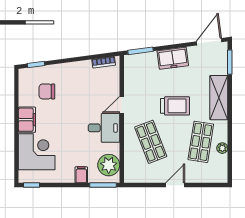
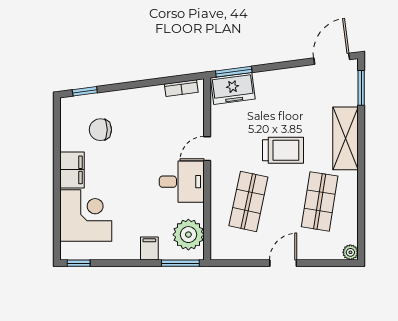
freezer: (173, 58) -> (233, 88), moved
shop shelf: (151, 142) -> (248, 201), turned 33
plant: (222, 148) -> (350, 252), moved

